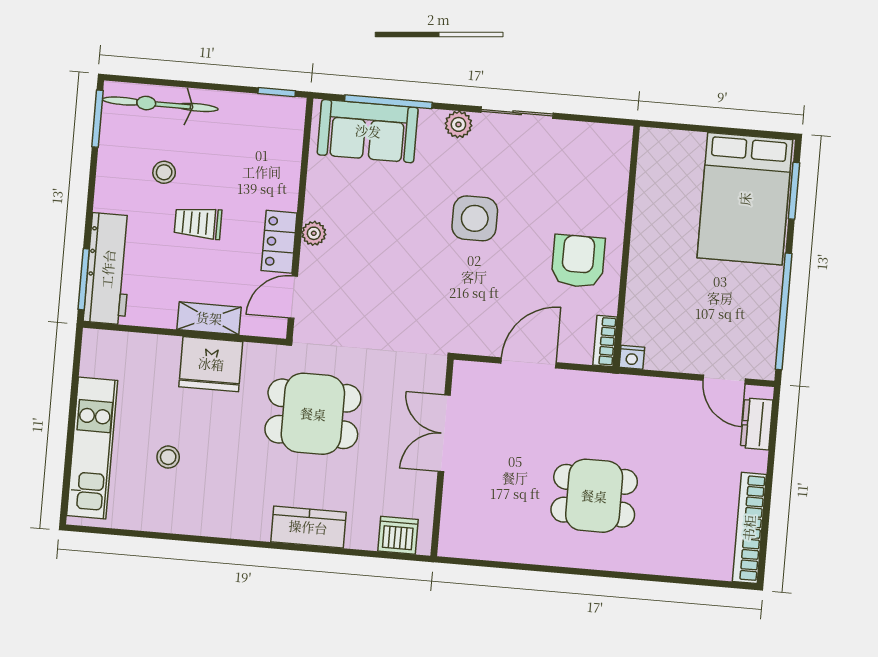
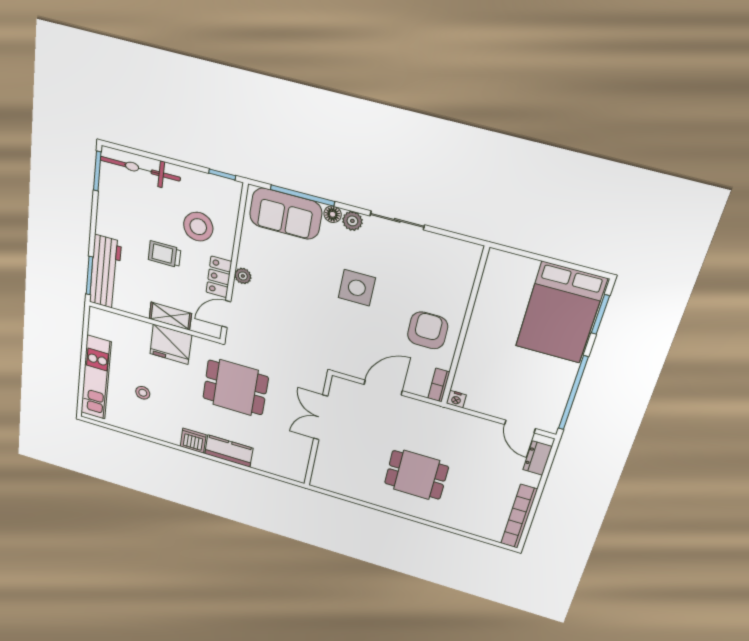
floor lamp: (431, 120) -> (333, 214), added
stool: (164, 172) -> (198, 227), moved, width x1.89, depth x1.89
dishwasher: (398, 535) -> (193, 441), moved

